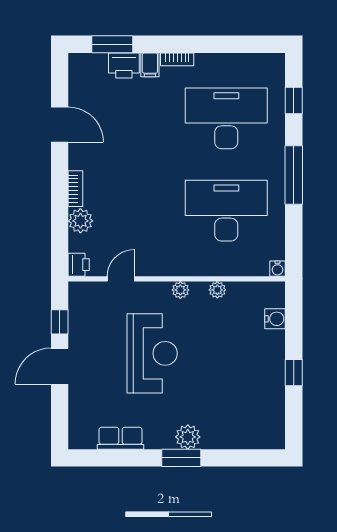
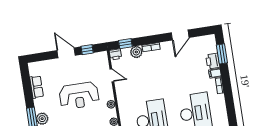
window: (60, 241) -> (125, 44), added

